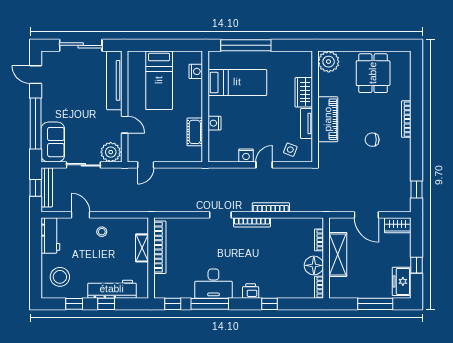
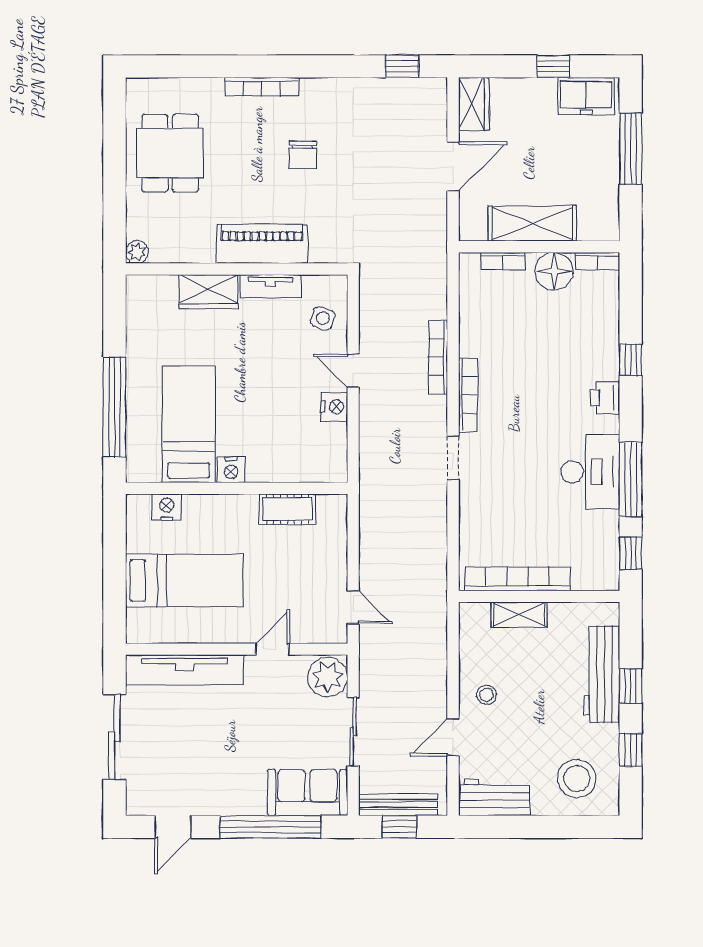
plant: (329, 62) -> (137, 252), width x0.53, depth x0.53
dining table: (373, 73) -> (170, 153), turned 90
nightstand: (214, 123) -> (231, 470), moved

